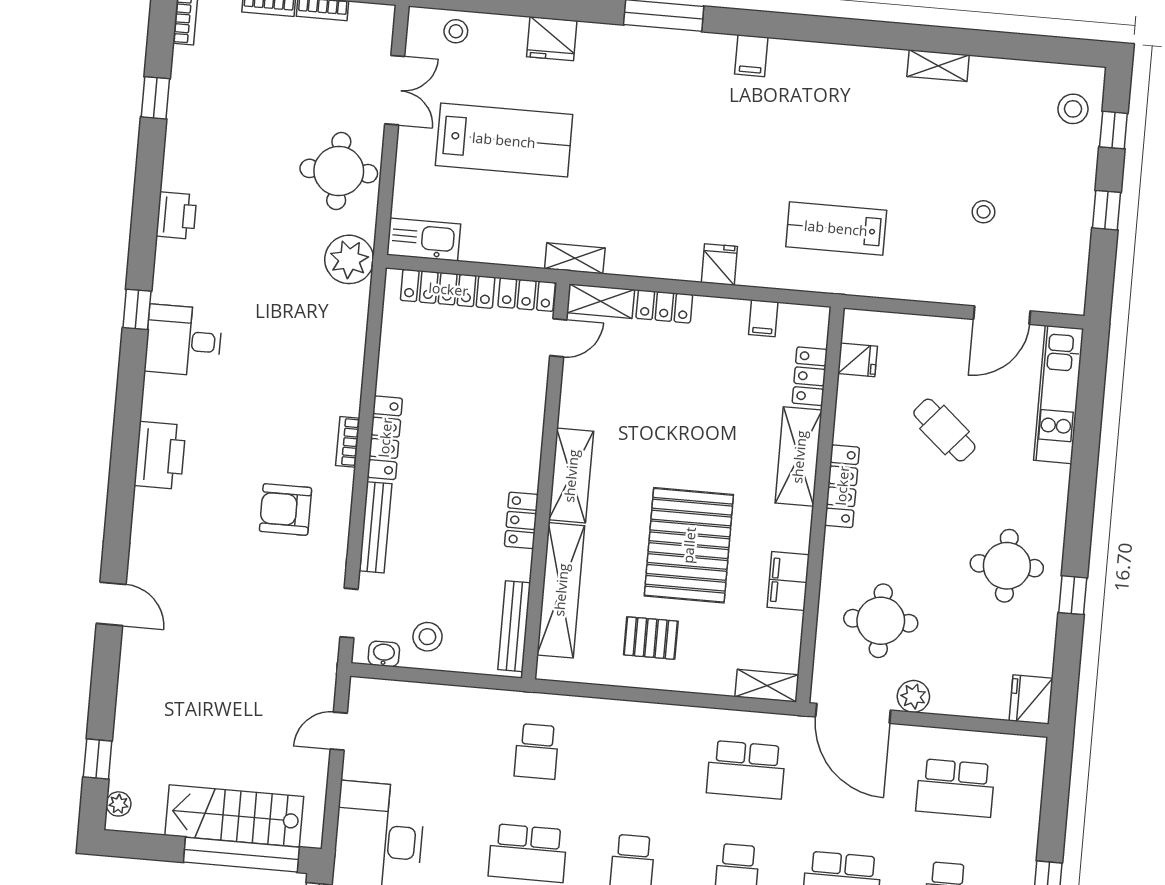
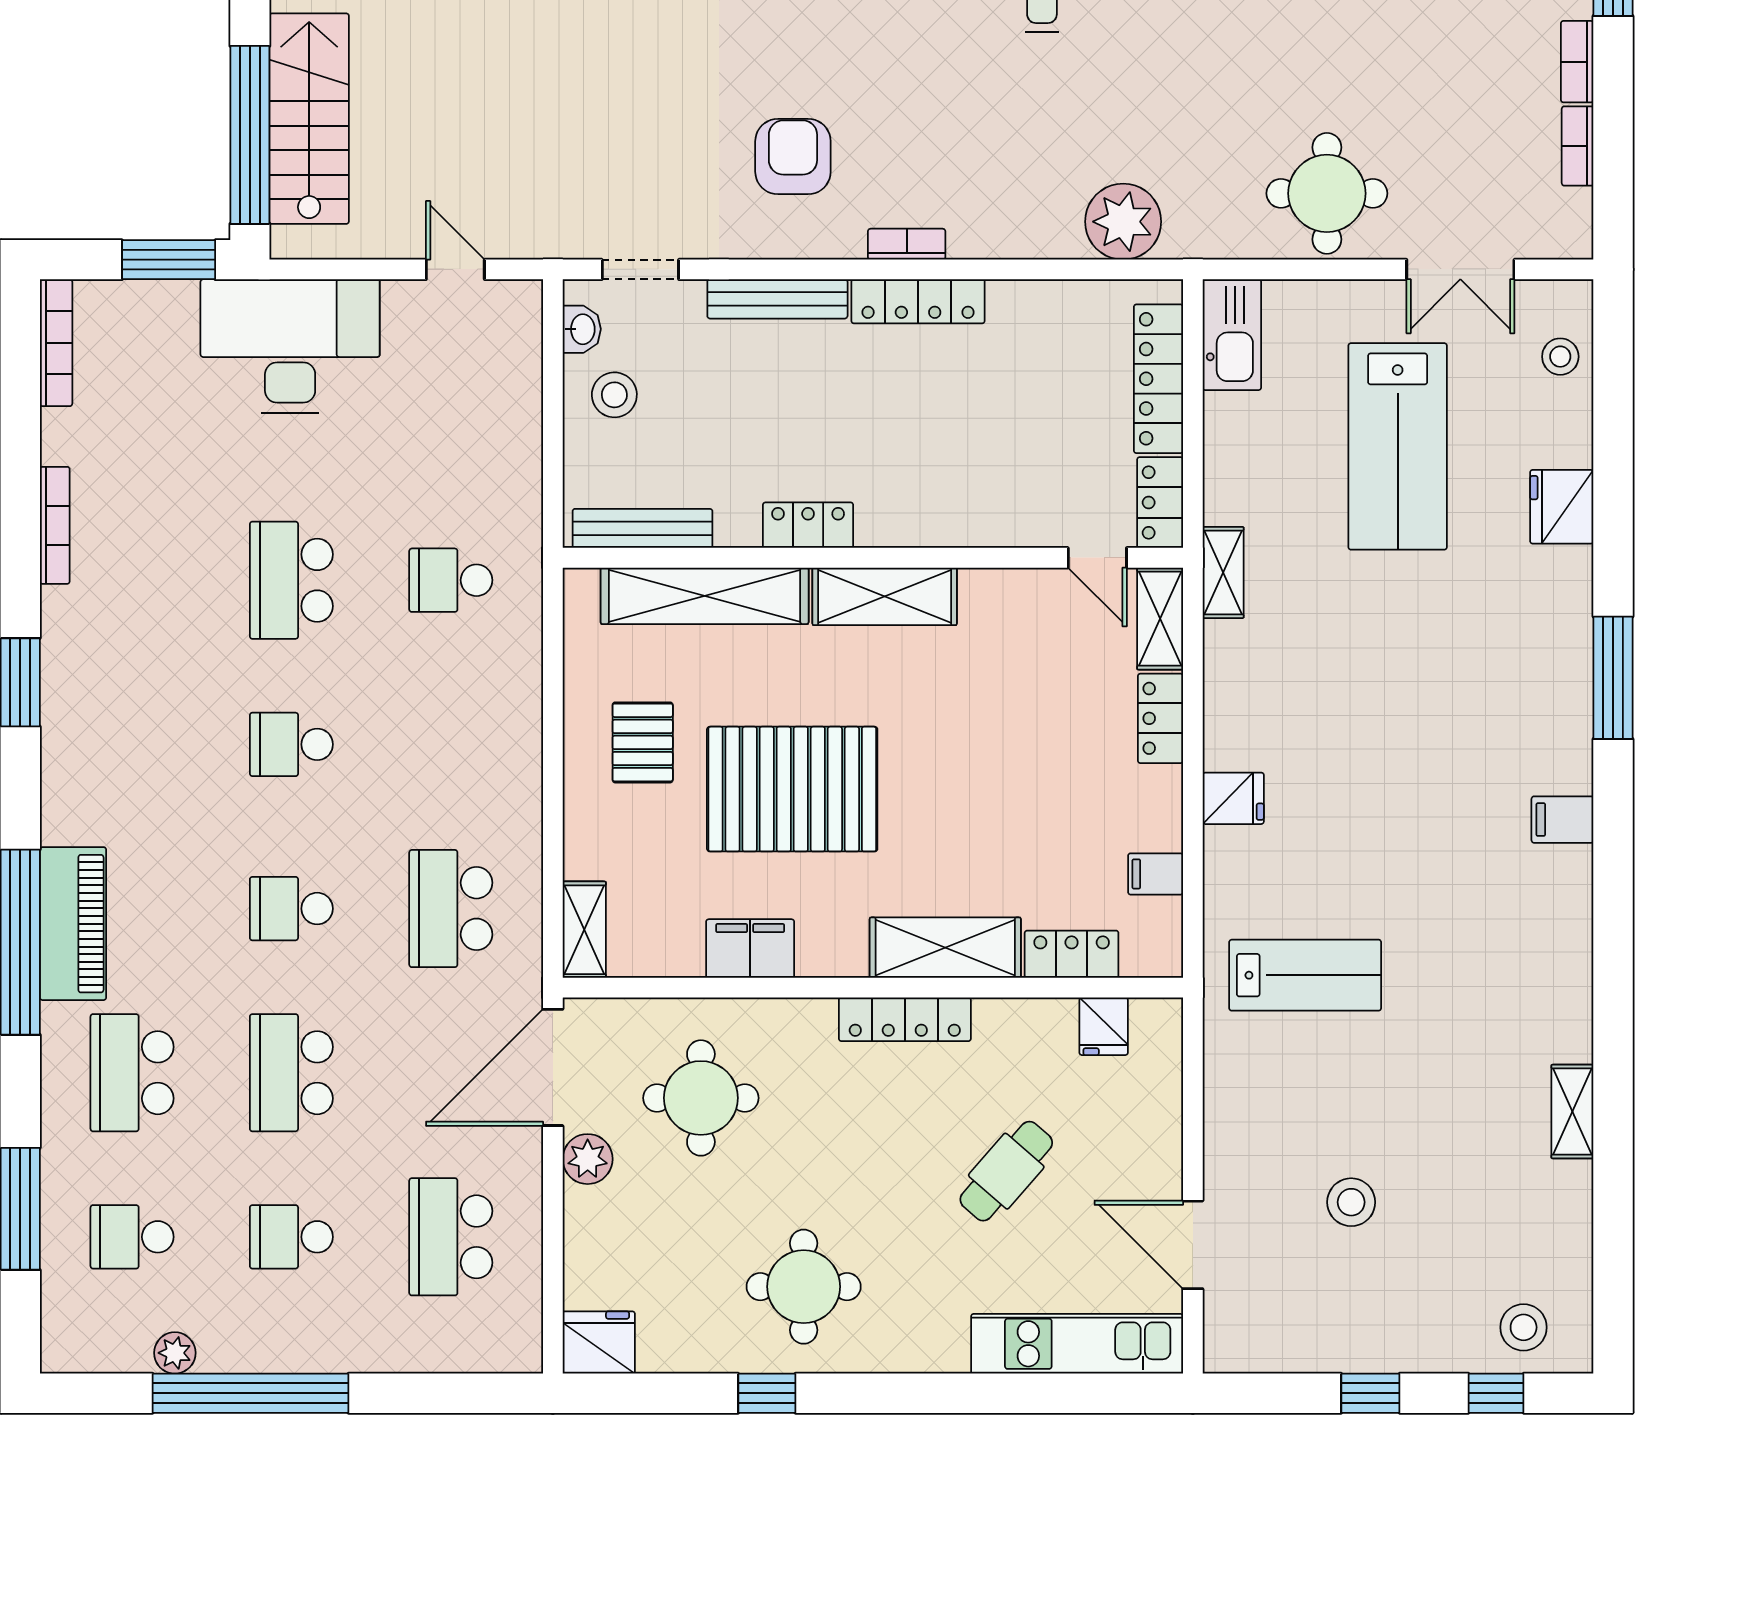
stool: (984, 212) -> (1351, 1202), width x1.37, depth x1.37
lab bench: (836, 228) -> (1305, 975), turned 90
plant: (349, 259) -> (1123, 222), moved

